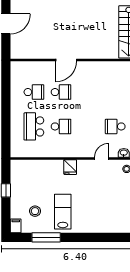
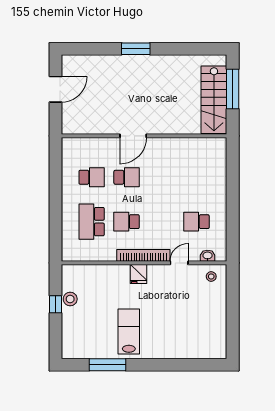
school desk: (61, 126) -> (127, 222), turned 180
bookcase: (74, 153) -> (143, 255), added
stool: (35, 211) -> (70, 299), moved
filing cabinet: (16, 226) -> (68, 350), removed

